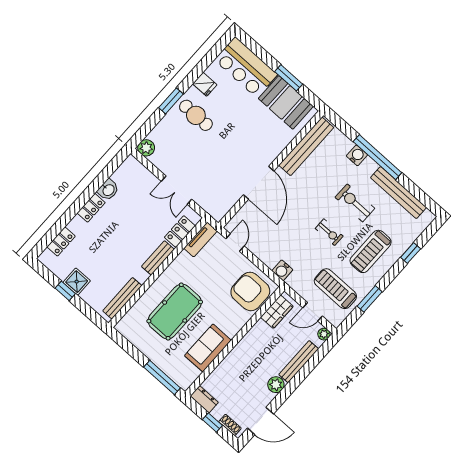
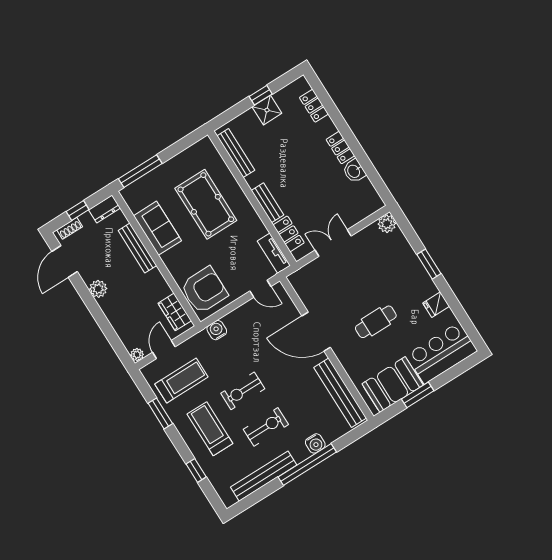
cafe table: (196, 115) -> (376, 322), moved
exercise bike: (329, 232) -> (243, 391), width x1.38, depth x1.39
bench: (299, 362) -> (137, 248), moved

